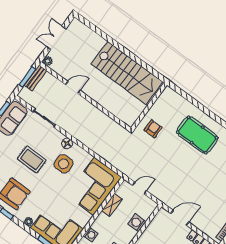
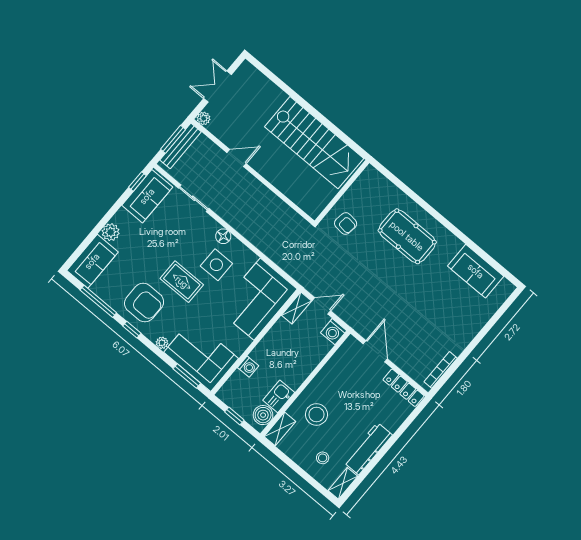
bench: (35, 78) -> (181, 146), width x1.36
armchair: (153, 129) -> (346, 224), turned 97
rug: (32, 160) -> (182, 282), moved
shelving: (112, 205) -> (296, 308), moved
door: (180, 218) -> (375, 351), hinge flipped
washing machine: (137, 223) -> (334, 332), moved, turned -90

